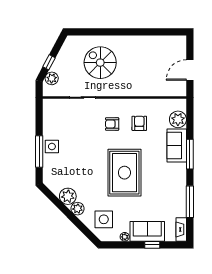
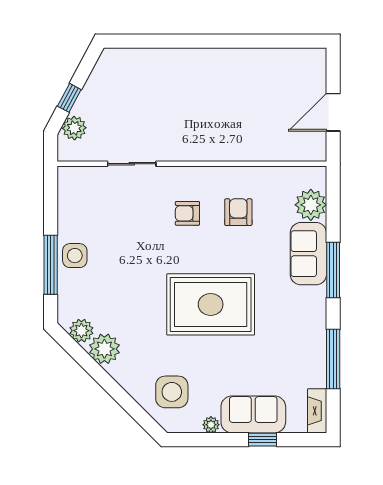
spiral stairs: (100, 63) -> (165, 98), removed
rug: (124, 173) -> (211, 304), turned 90
plant: (78, 209) -> (81, 331), moved

